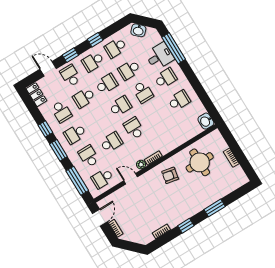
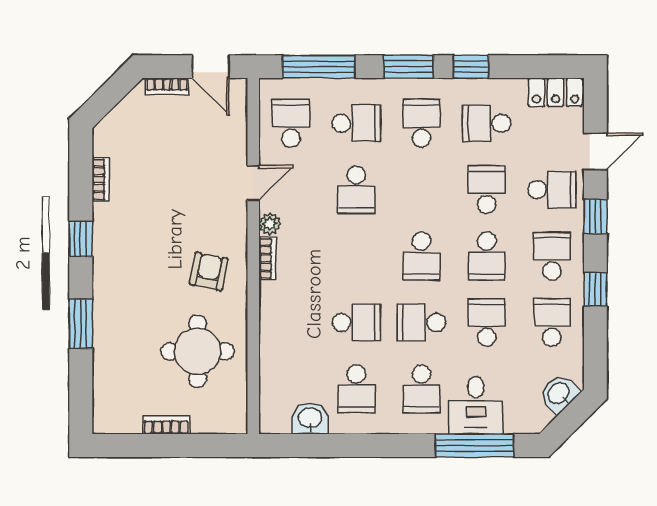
washbasin: (206, 121) -> (310, 419), moved
school desk: (134, 128) -> (356, 322), moved

